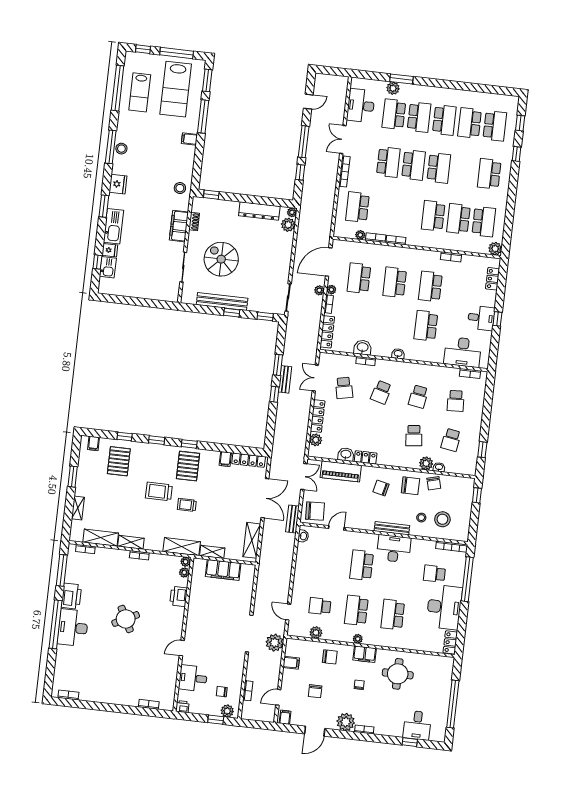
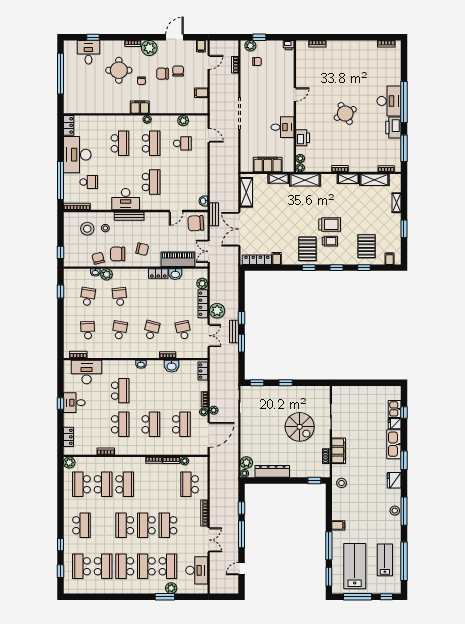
school desk: (358, 207) -> (190, 484), turned 180
bench: (222, 301) -> (295, 391), removed
locker: (327, 332) -> (203, 371), width x0.66
trolley: (187, 505) -> (330, 241), moved
plant: (275, 643) -> (217, 311), moved
chair: (330, 657) -> (162, 74), moved
round table: (398, 674) -> (119, 70), moved
desk: (193, 678) -> (282, 127), moved

